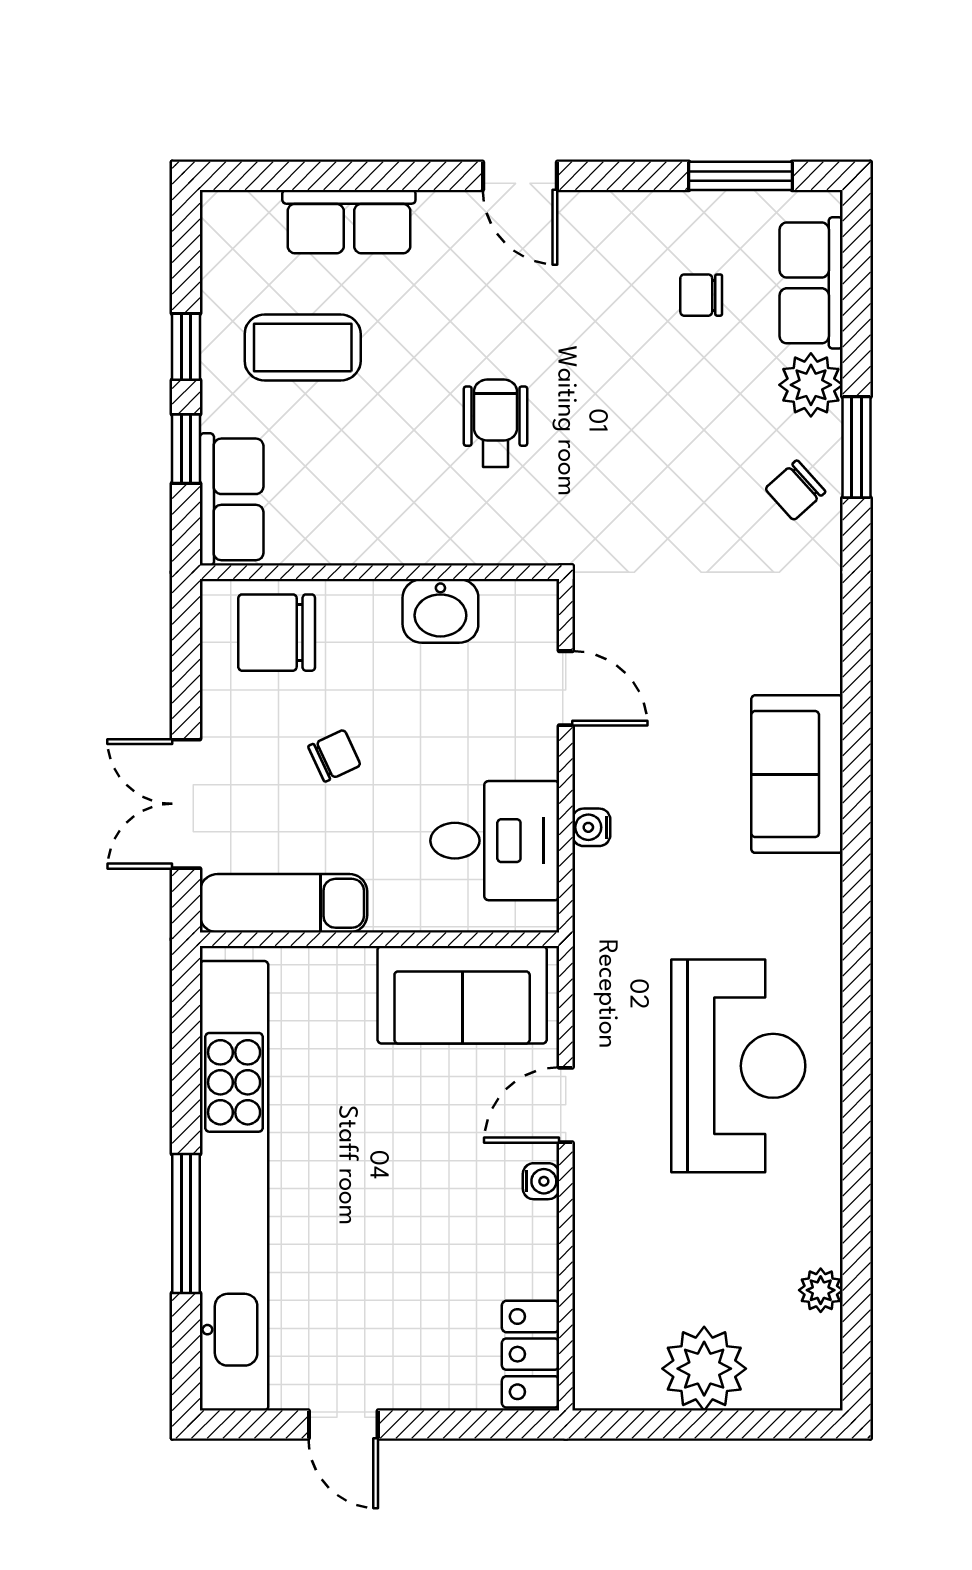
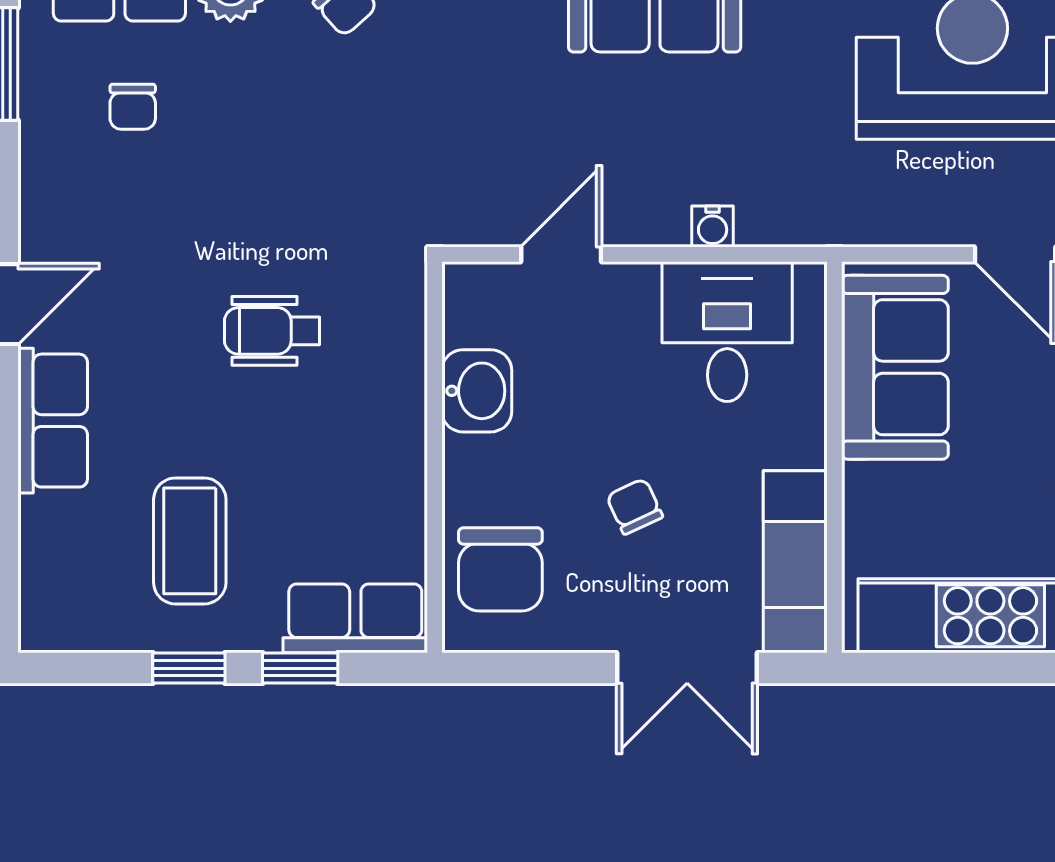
row of seats: (349, 222) -> (53, 421), moved

